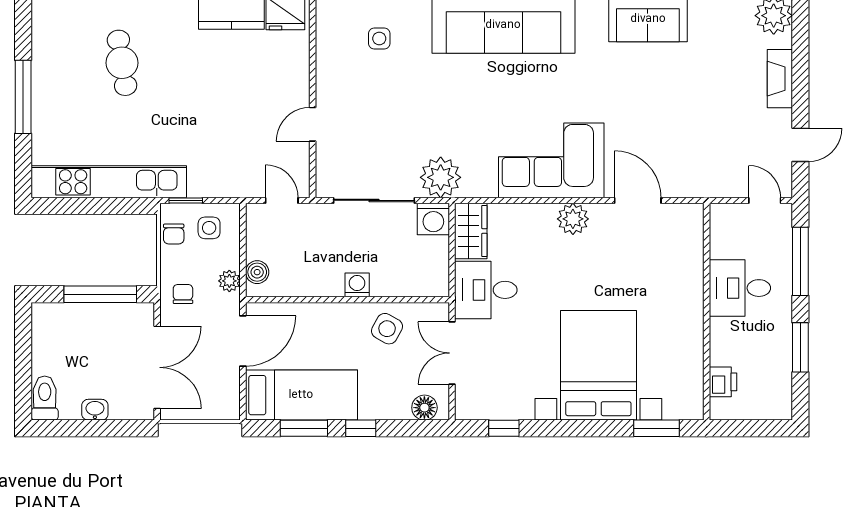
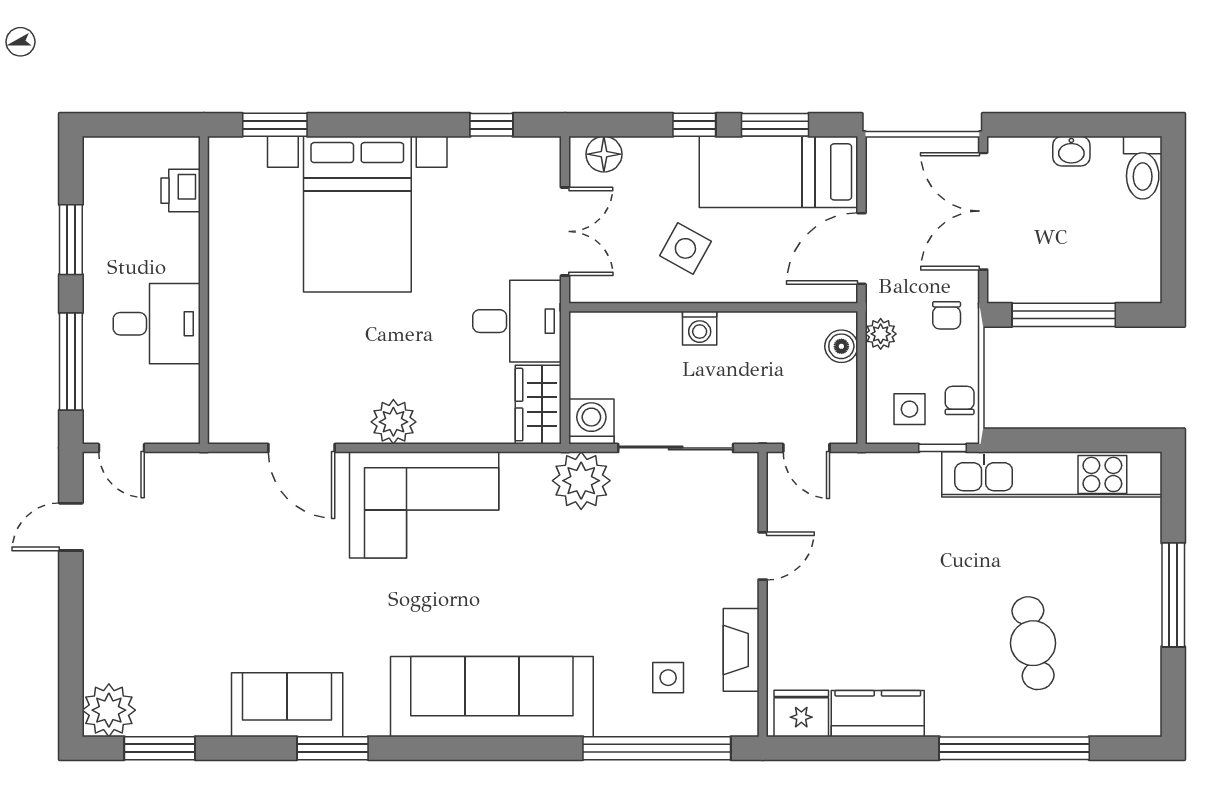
fireplace: (780, 79) -> (741, 650), moved, turned 180
side table: (387, 329) -> (685, 248), moved

